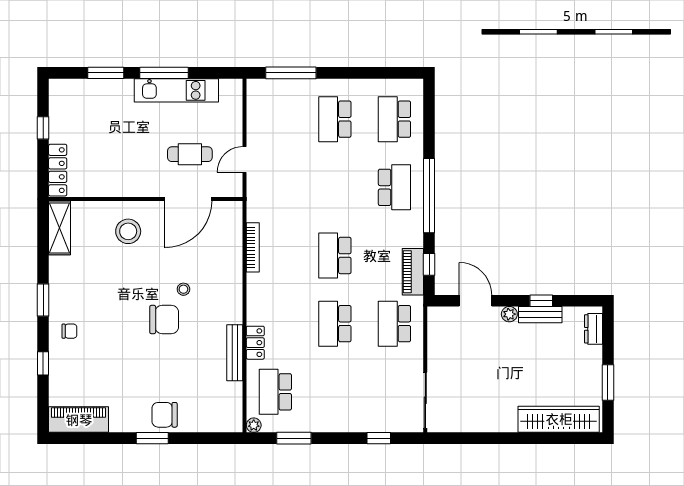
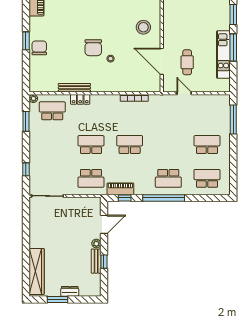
school desk: (394, 324) -> (91, 178), turned 180
dresser: (594, 329) -> (70, 291), moved

